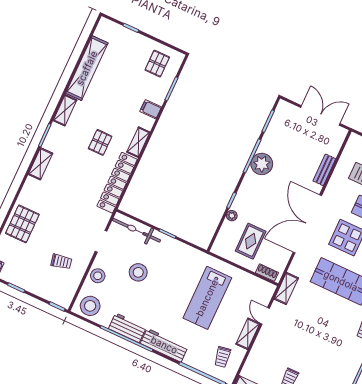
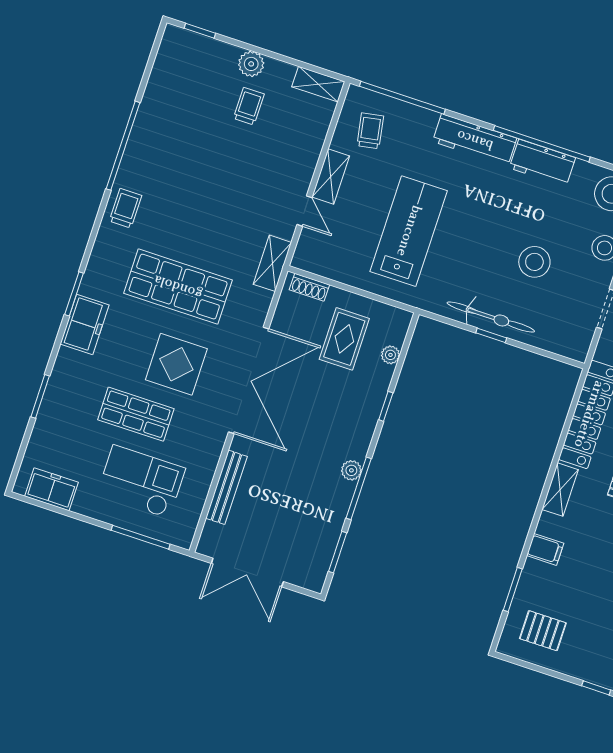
pallet: (157, 64) -> (543, 631), turned 90
plant: (262, 164) -> (351, 470), width x0.53, depth x0.53
bench: (324, 170) -> (226, 487), width x1.36
plant: (232, 216) -> (390, 355), moved
bicycle: (136, 230) -> (491, 317), moved

